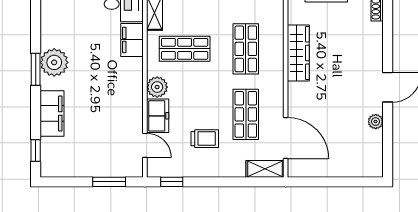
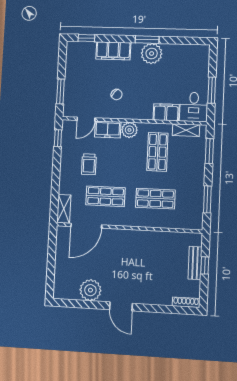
wardrobe: (298, 53) -> (150, 239), removed
chair: (111, 106) -> (117, 95), added
plant: (376, 122) -> (90, 290), width x1.87, depth x1.87

